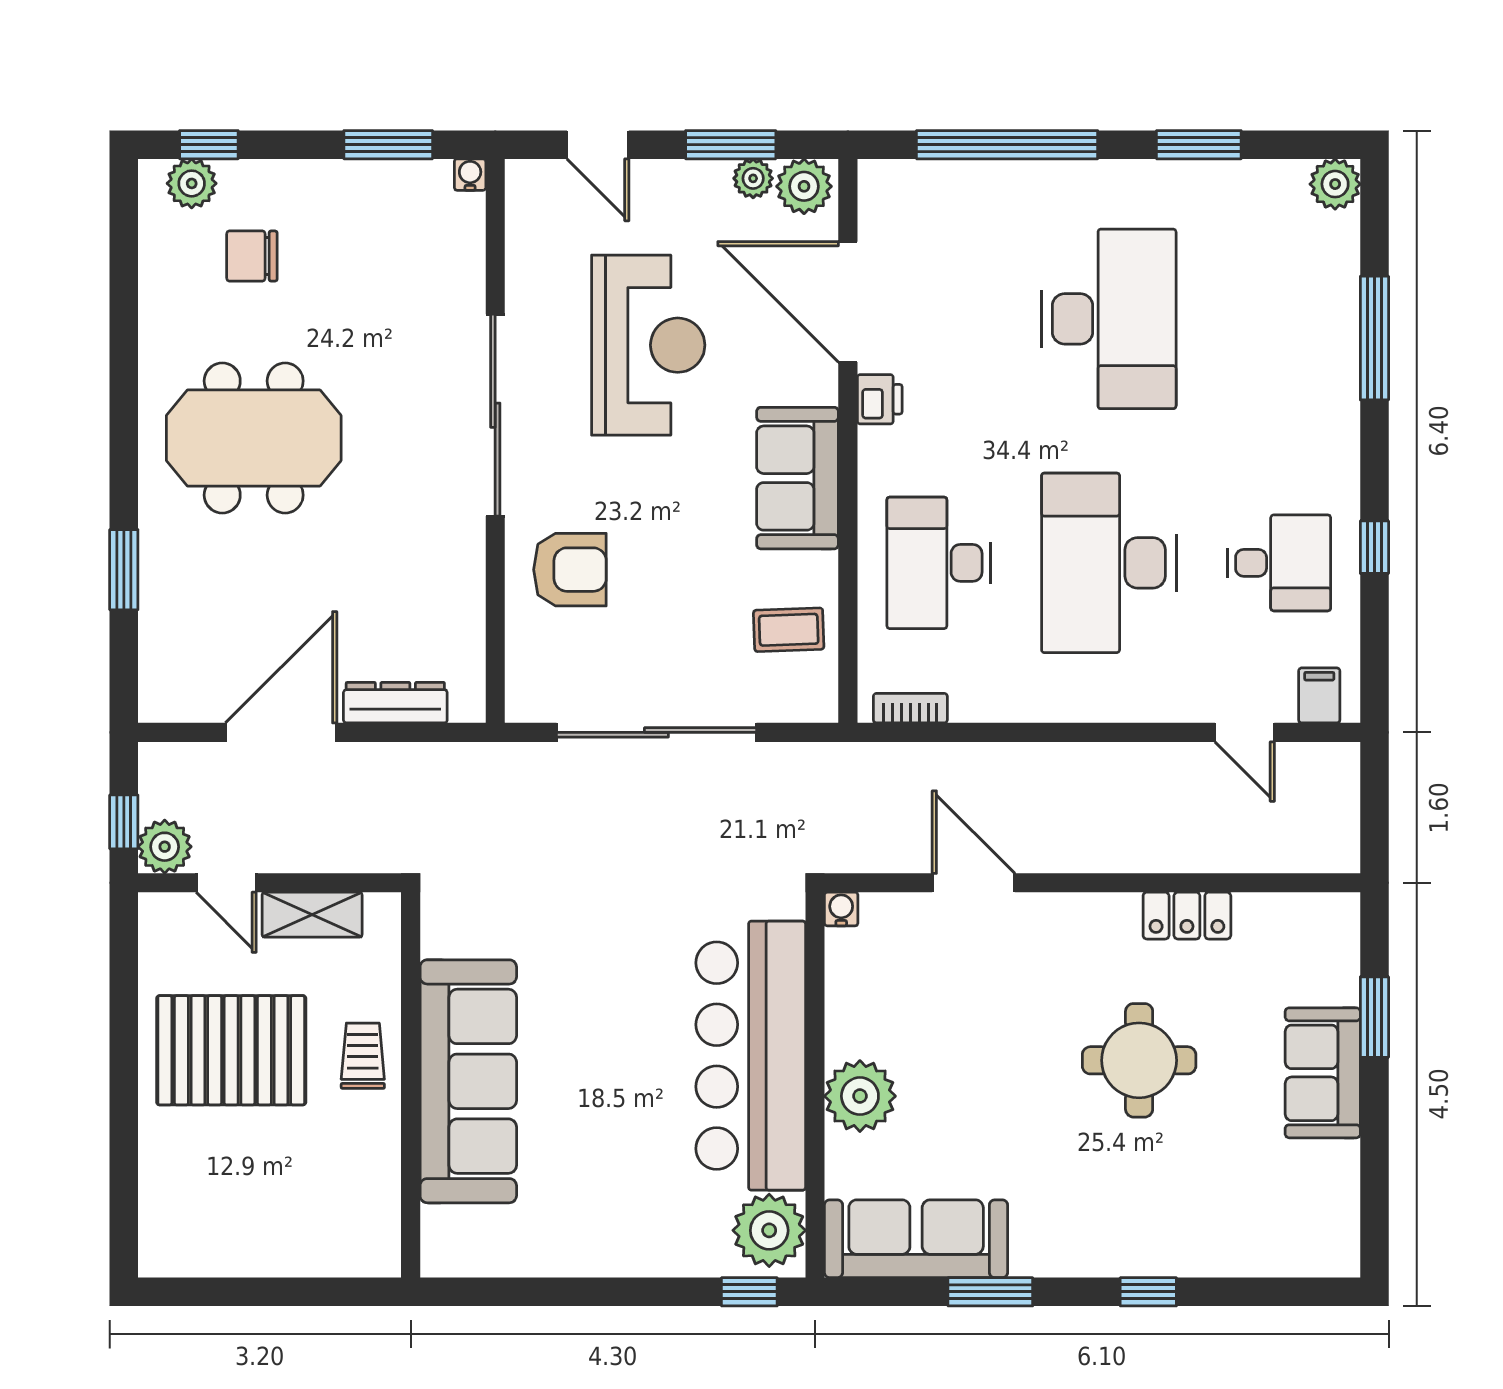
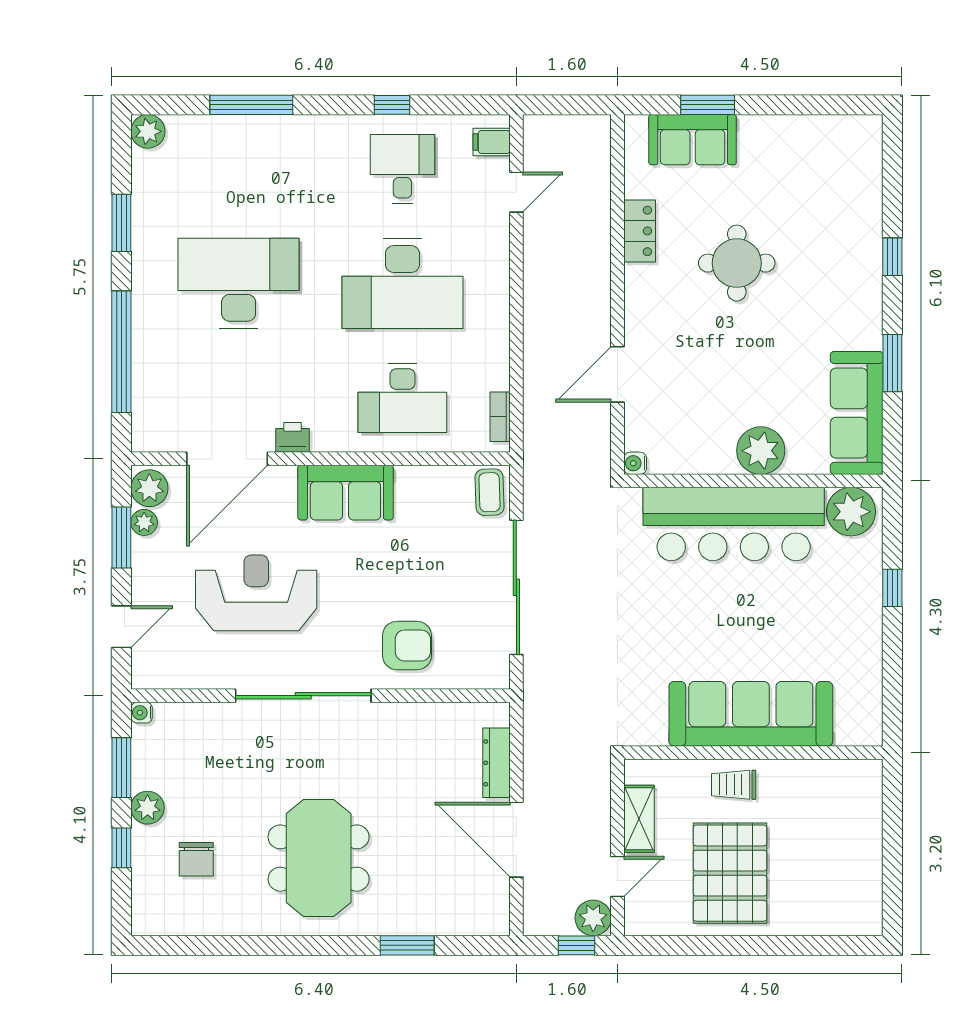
window: (209, 145) -> (121, 848), moved
plant: (192, 183) -> (148, 808), moved
armchair: (570, 570) -> (407, 646), turned 90
coffee table: (789, 630) -> (490, 492), moved
sofa: (1323, 1073) -> (693, 140), moved
window: (749, 1292) -> (892, 588), moved

